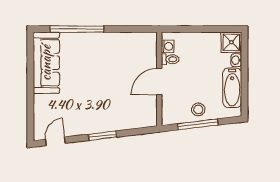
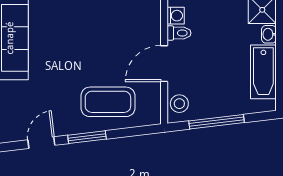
stool: (198, 109) -> (179, 104), moved
coffee table: (118, 110) -> (108, 102), added
door: (55, 141) -> (41, 143), moved

